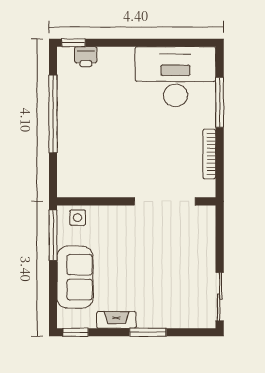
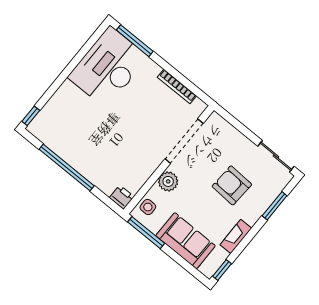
printer: (86, 57) -> (122, 197), moved, turned -90
window: (220, 102) -> (135, 41), moved
plant: (116, 217) -> (168, 181), added
armchair: (160, 278) -> (232, 185), added
window: (148, 332) -> (275, 206), moved

